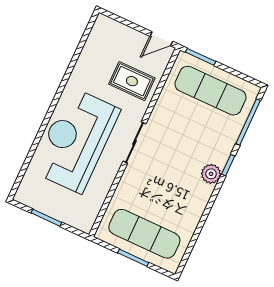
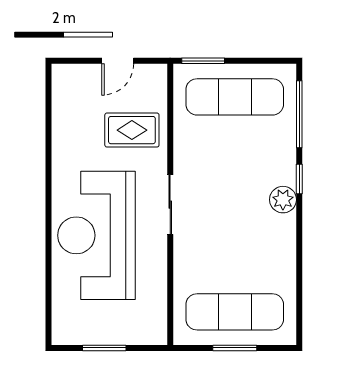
door: (161, 39) -> (118, 61), moved

